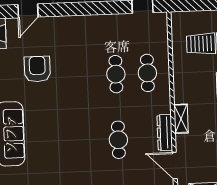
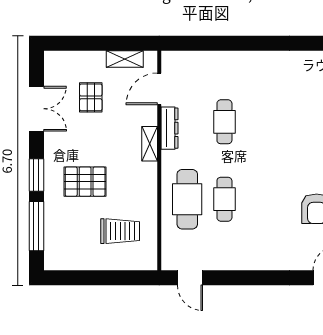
cafe table: (147, 73) -> (187, 199), width x1.37, depth x1.35
door: (175, 166) -> (159, 89), swing flipped

